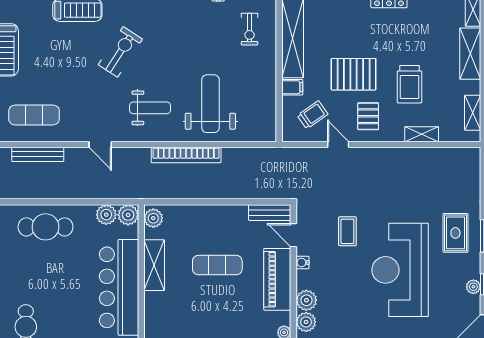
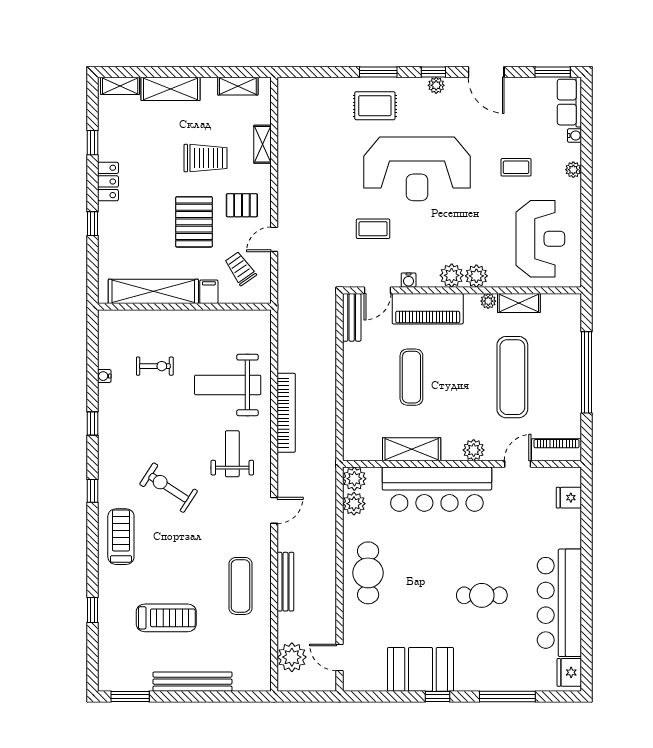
exercise bike: (250, 29) -> (155, 366), moved
plant: (153, 218) -> (474, 450), moved

